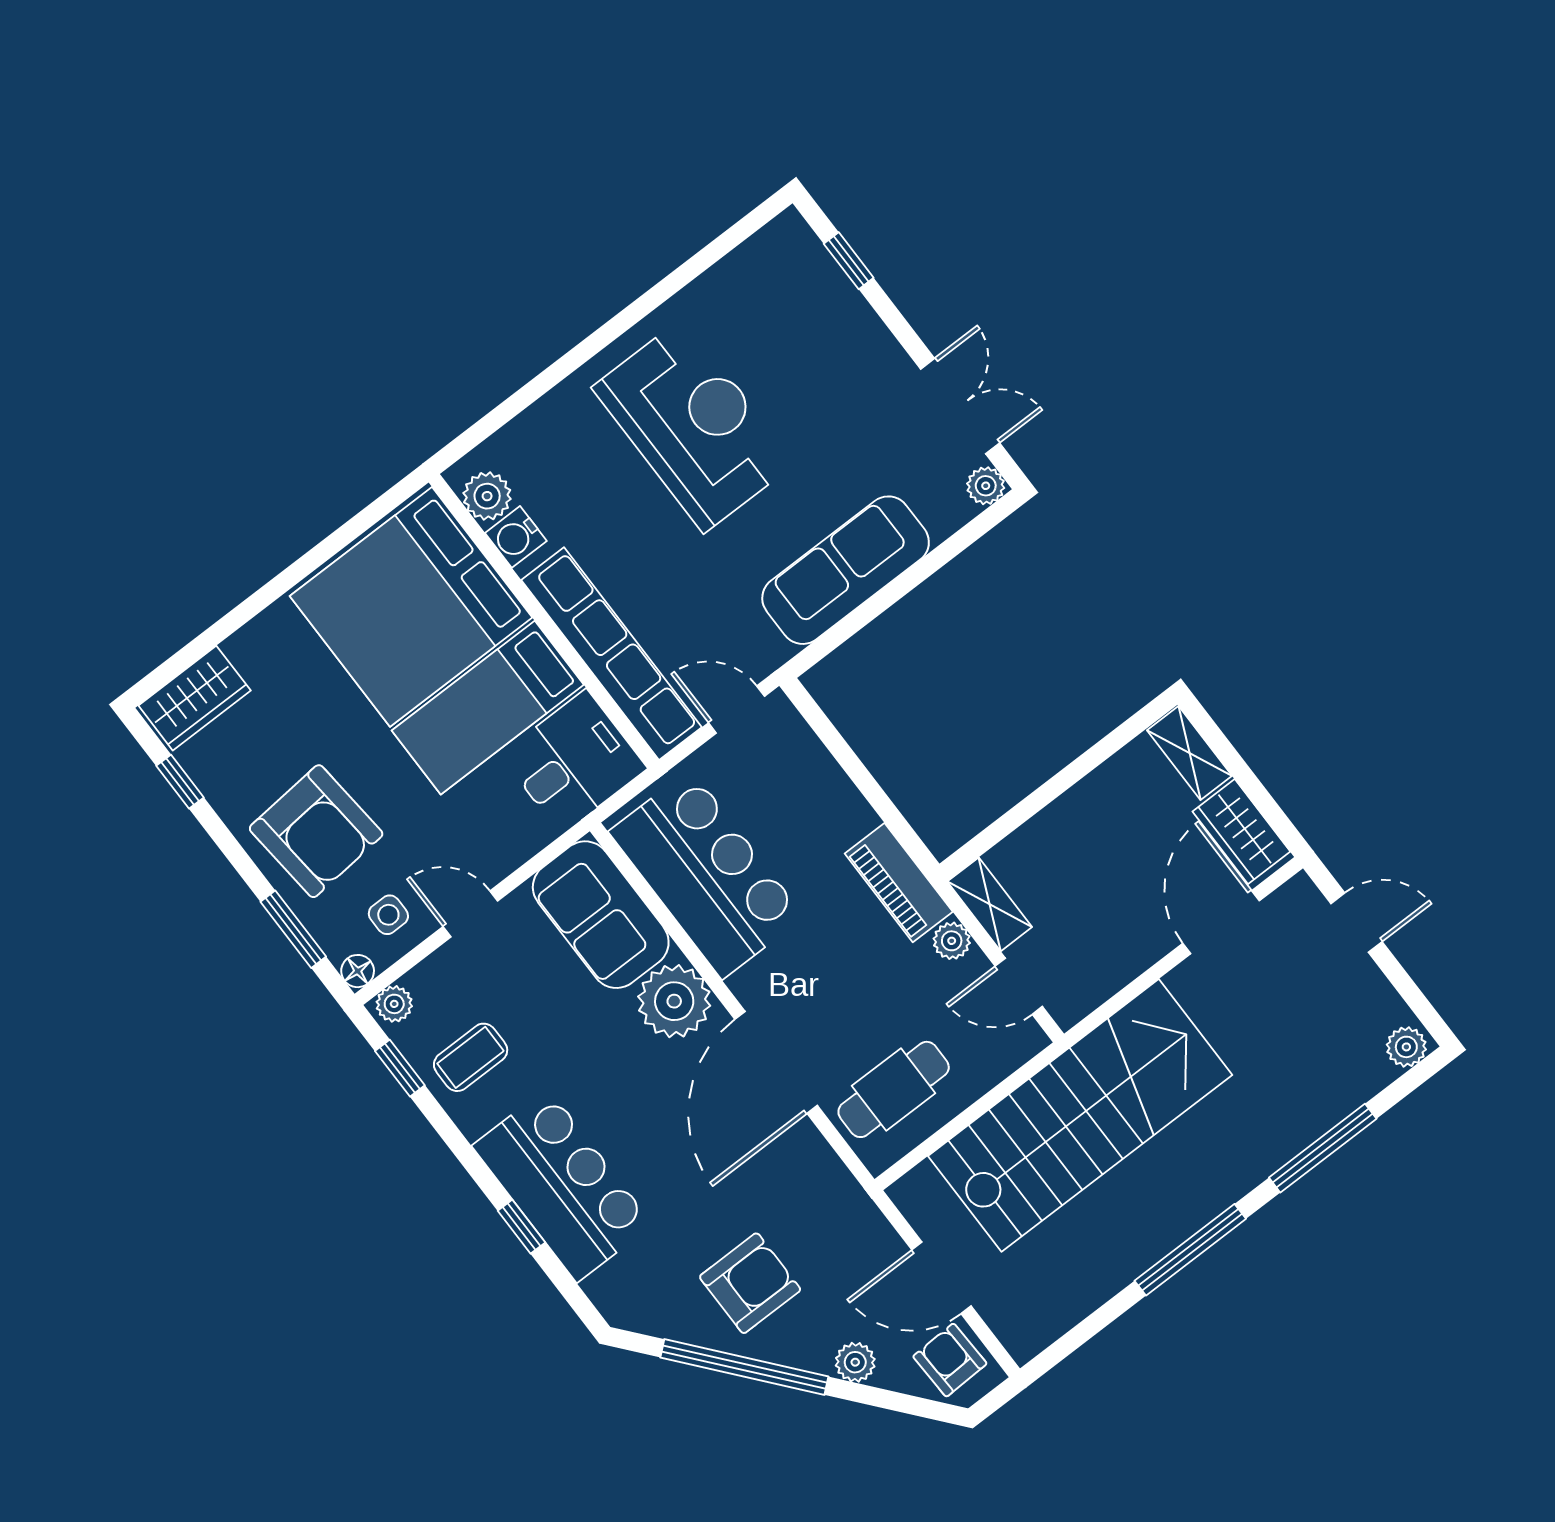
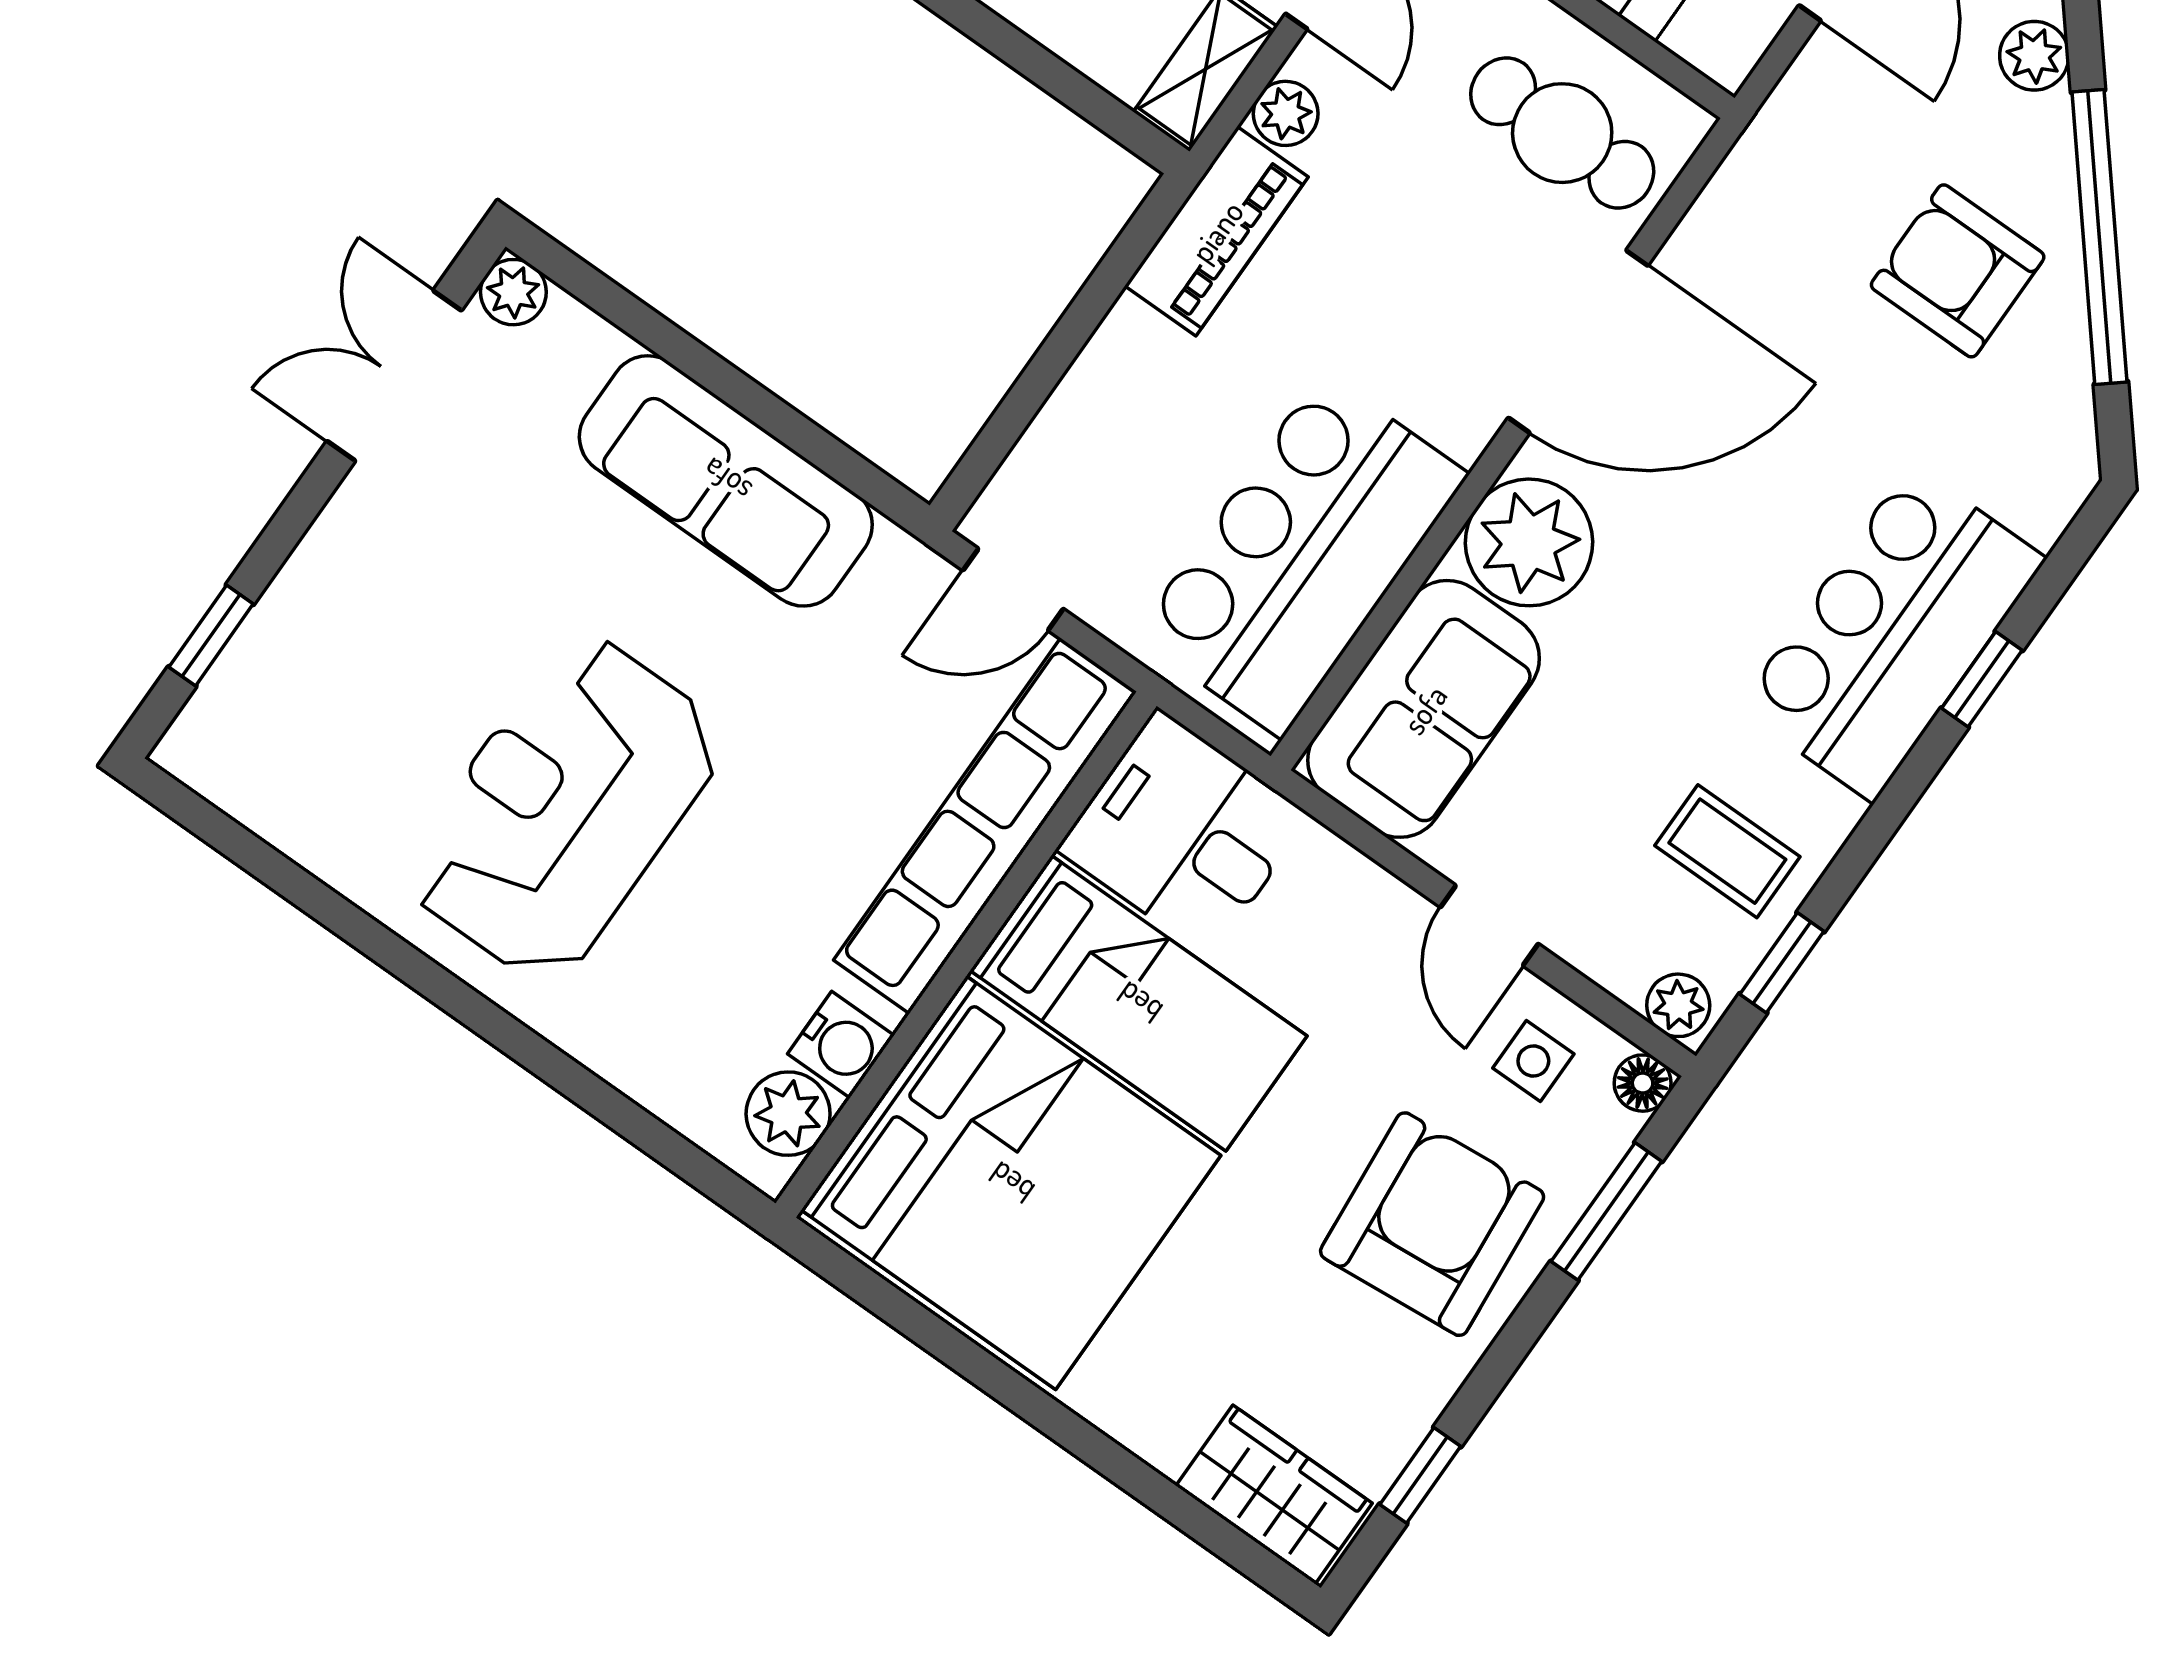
door: (737, 710) -> (1013, 590), hinge flipped

